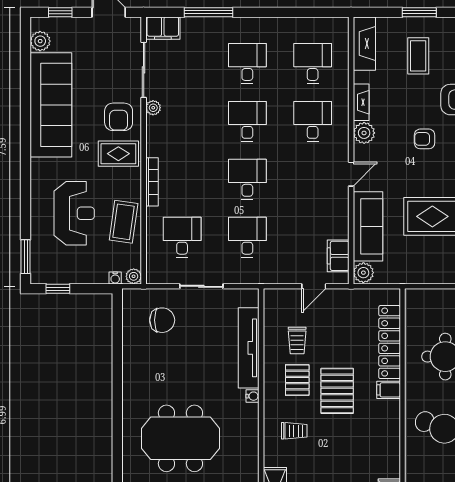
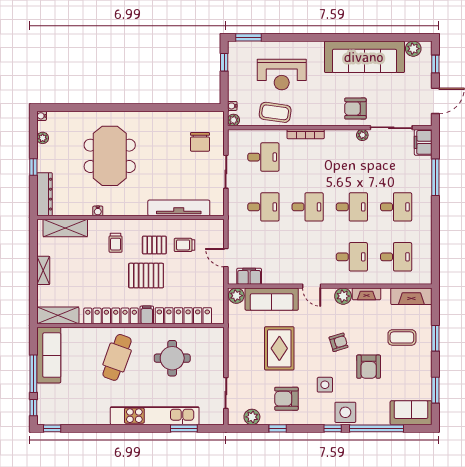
armchair: (425, 139) -> (338, 342), turned 73
rug: (118, 154) -> (327, 108), removed
water cooler: (252, 396) -> (98, 211), moved
locker: (390, 437) -> (111, 316), added

